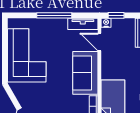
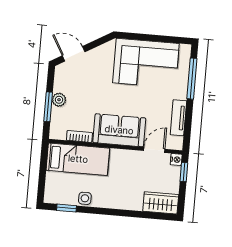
window: (54, 15) -> (192, 79), moved
tv unit: (83, 24) -> (178, 118), moved

